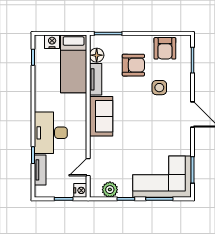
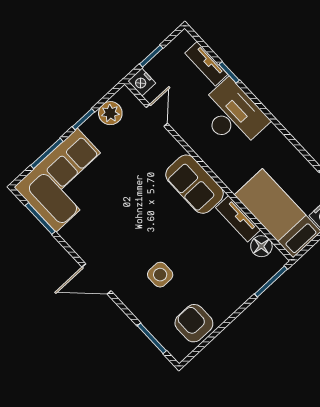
armchair: (133, 65) -> (211, 273), removed

